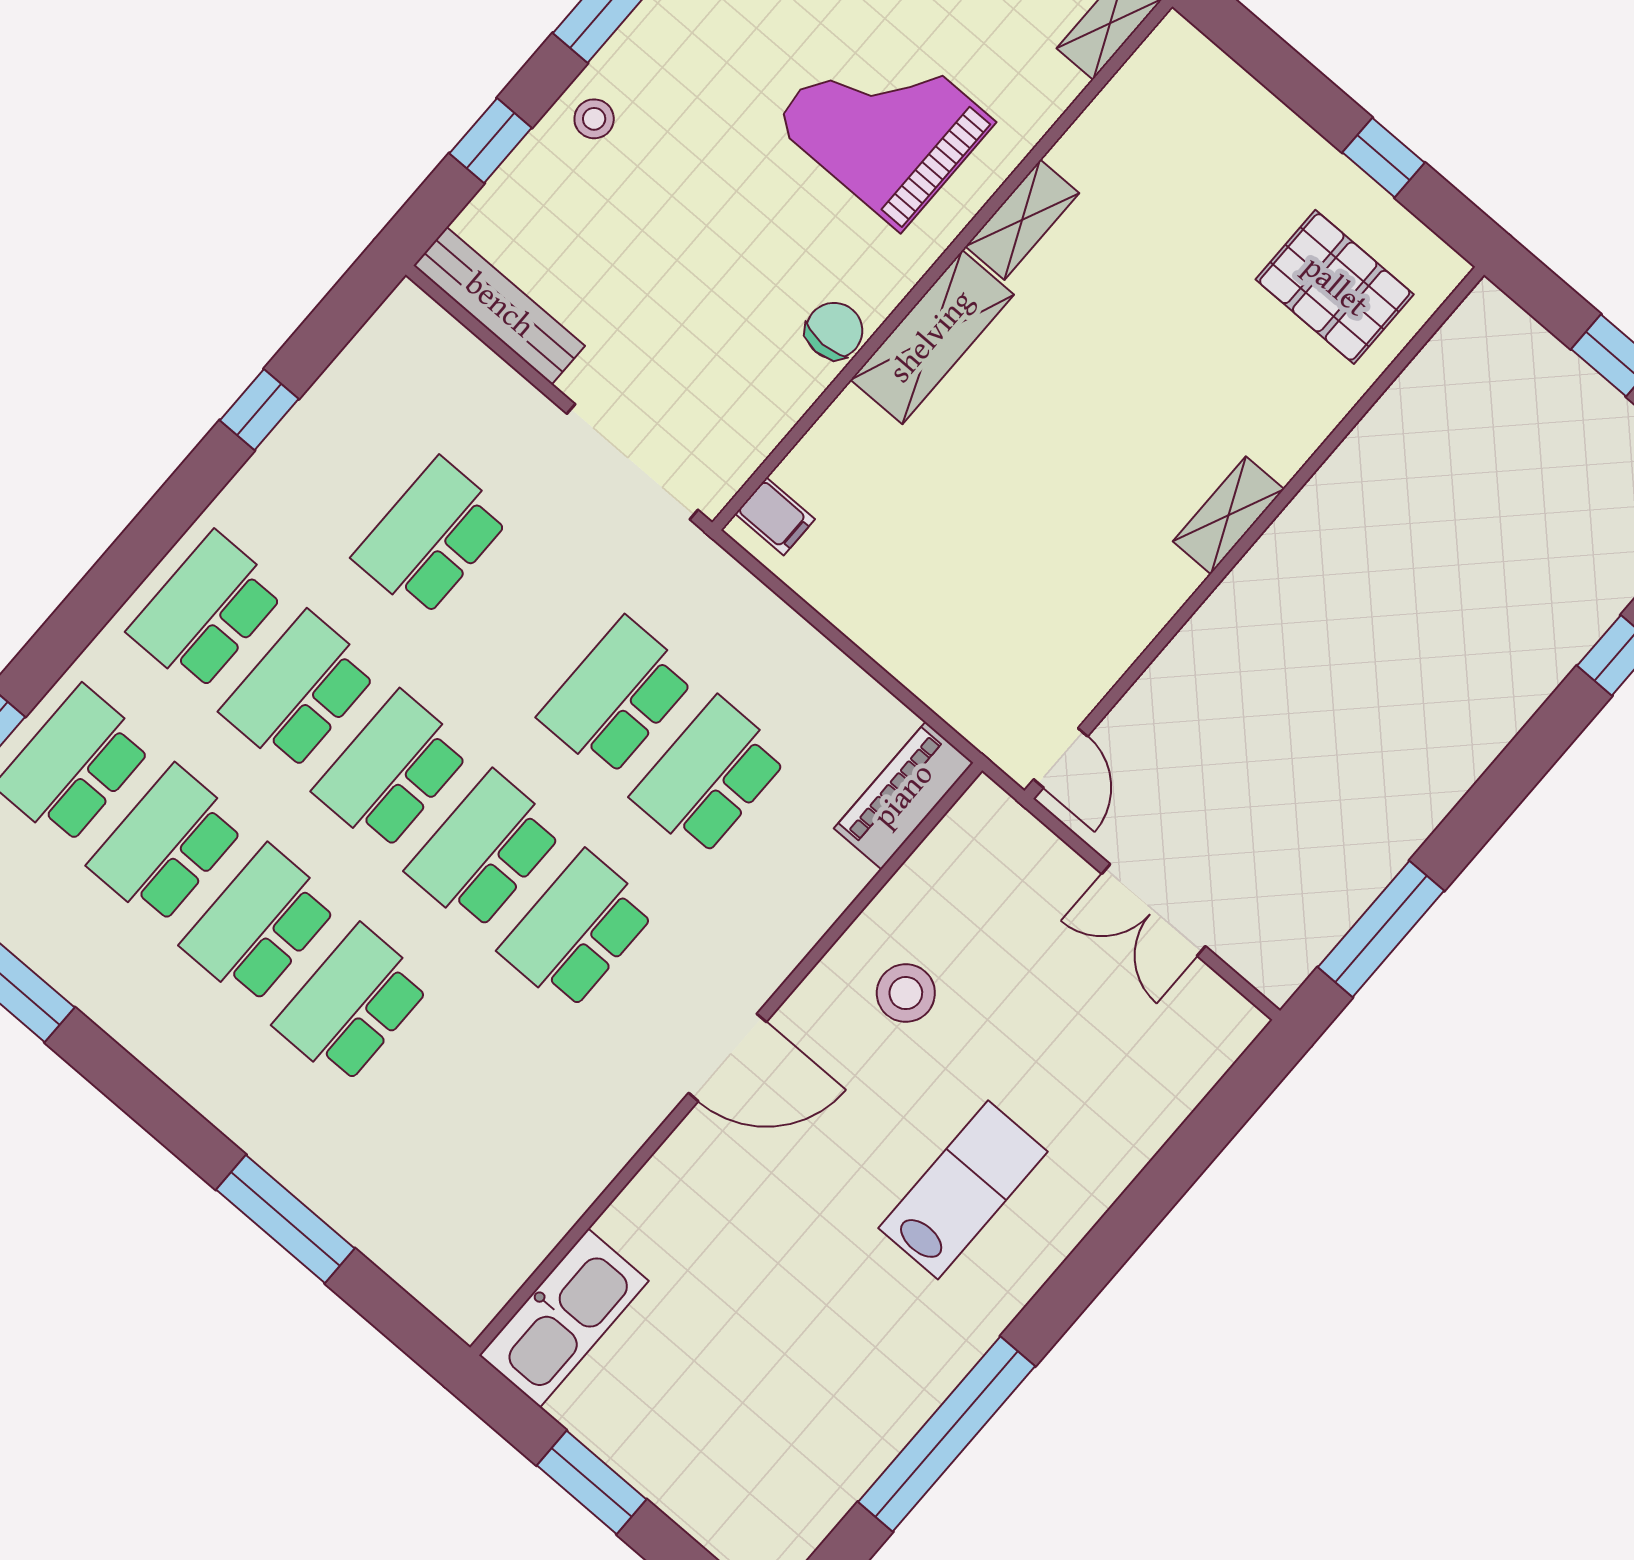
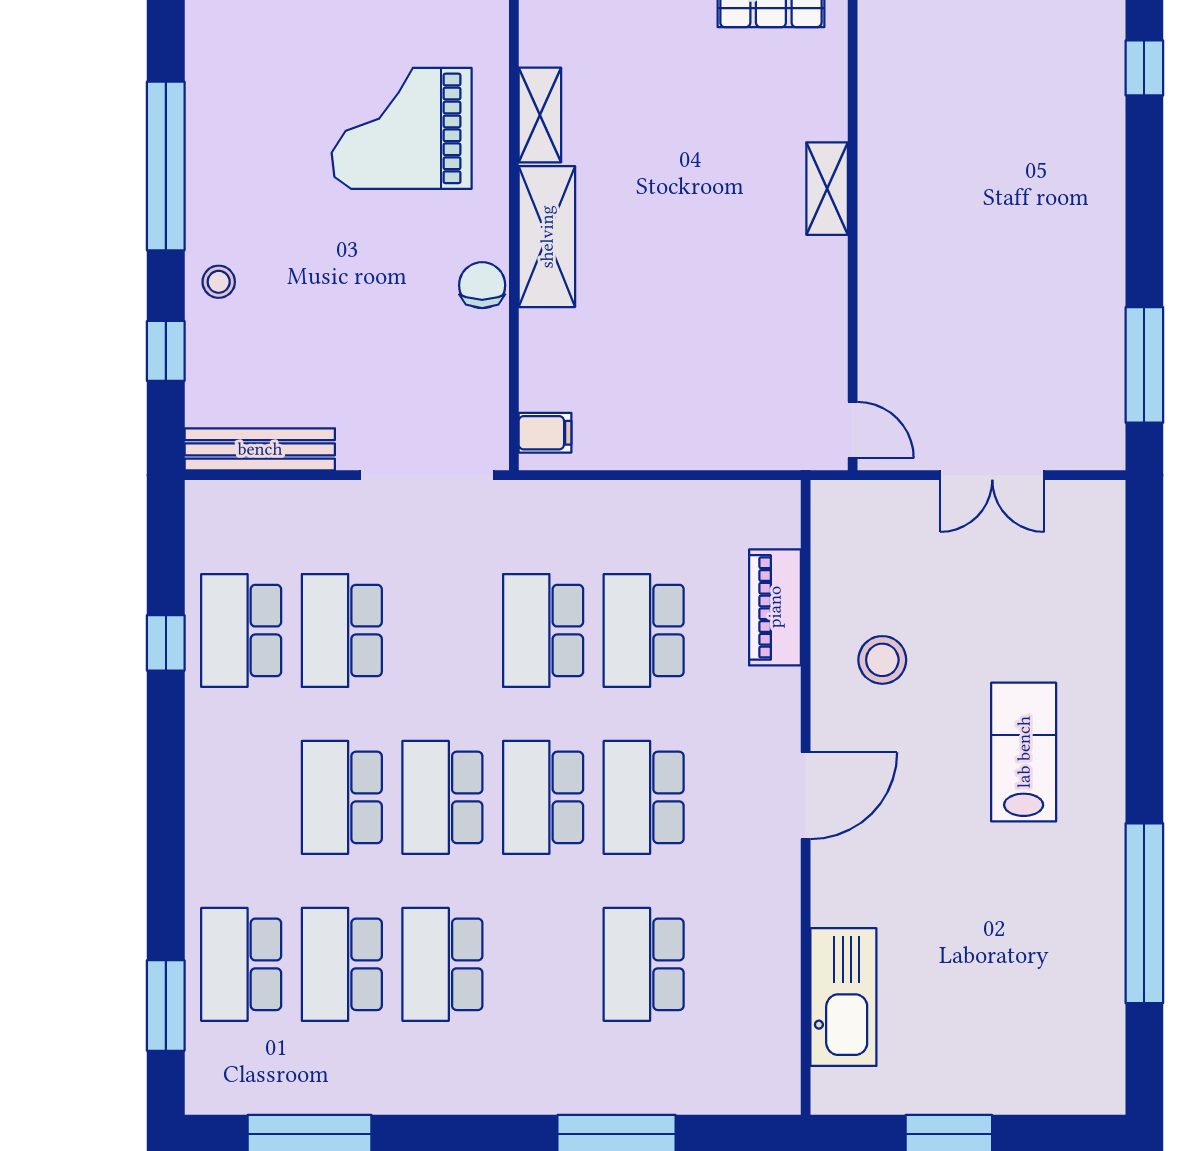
school desk: (206, 612) -> (241, 630), moved
piano: (904, 796) -> (775, 607), moved
school desk: (352, 1005) -> (644, 964), moved
kitchen sink: (564, 1318) -> (843, 997), moved

